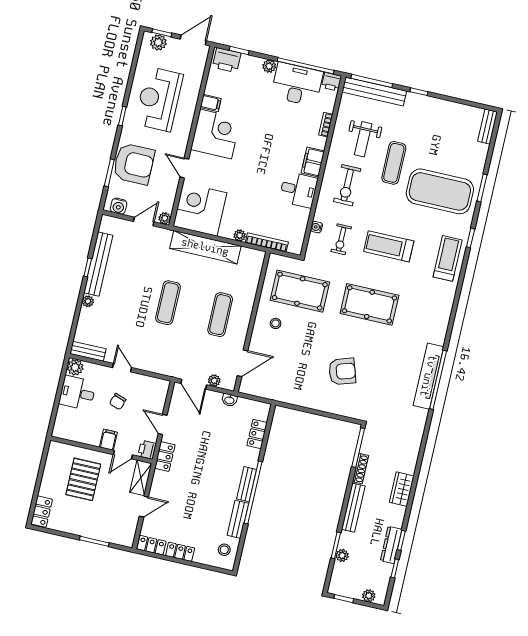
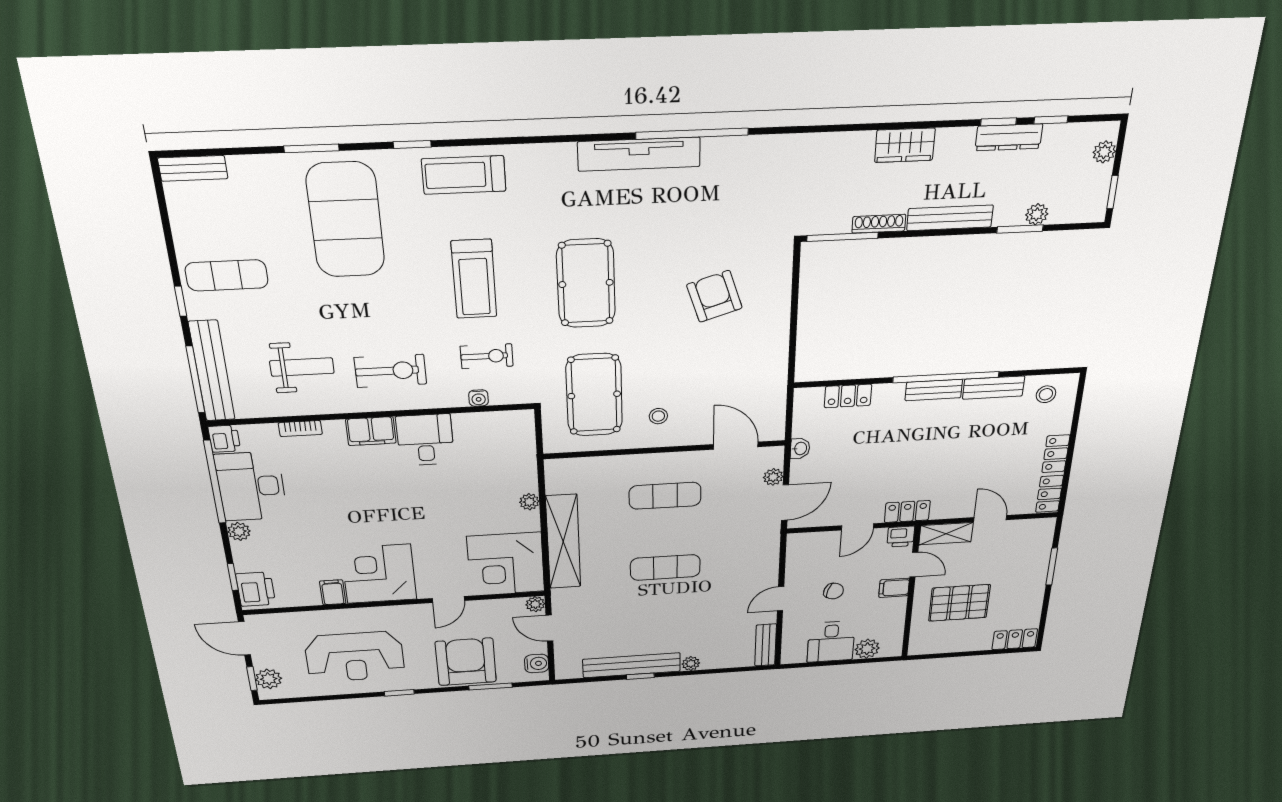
exercise mat: (394, 163) -> (227, 275), moved
bookcase: (267, 242) -> (528, 462), removed
plant: (75, 367) -> (867, 649), moved
tv unit: (428, 376) -> (639, 154), moved

